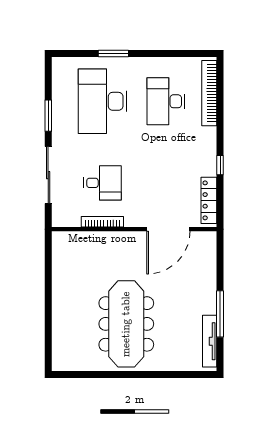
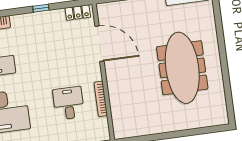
locker: (209, 200) -> (78, 13), width x0.66
meeting table: (126, 324) -> (182, 68), turned 90

